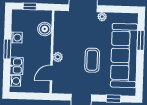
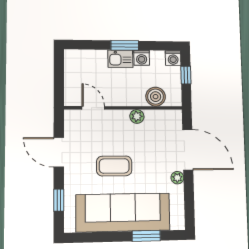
plant: (58, 57) -> (137, 116), moved
kitchen sink: (17, 66) -> (120, 59), moved
washing machine: (15, 81) -> (173, 58), moved

